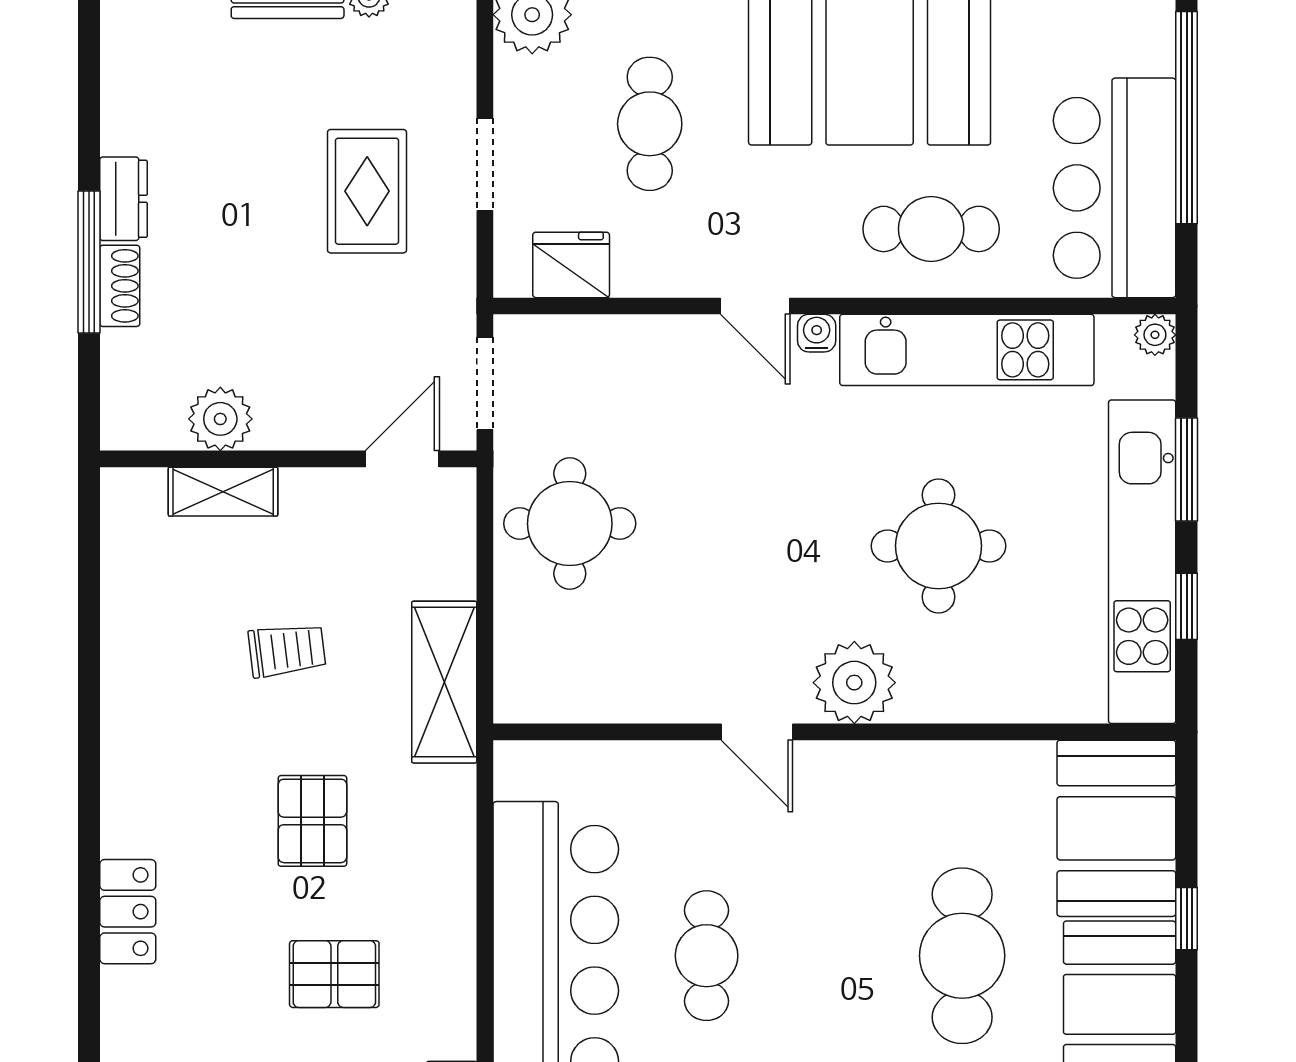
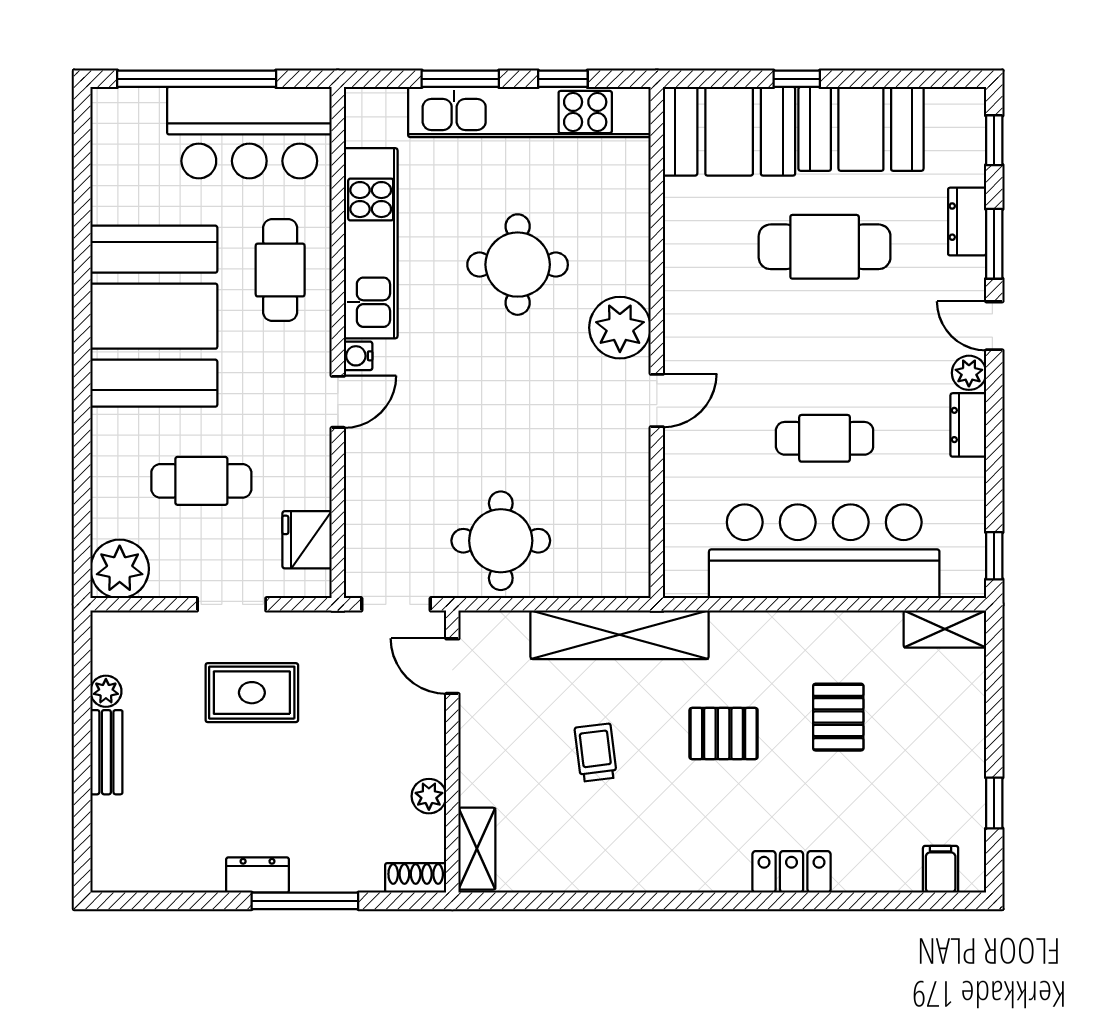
shoe rack: (120, 286) -> (416, 878), moved
plant: (1155, 335) -> (359, 102), removed
plant: (220, 419) -> (429, 796), width x0.73, depth x0.73
shelving: (223, 492) -> (477, 849), moved
shelving: (444, 682) -> (620, 635), width x1.47

